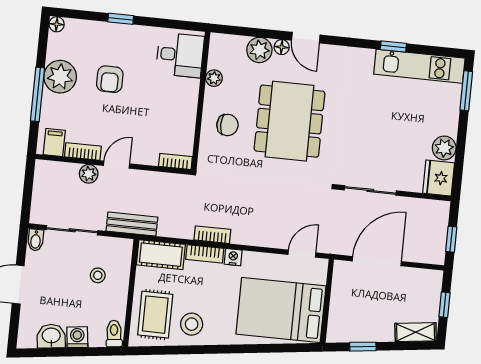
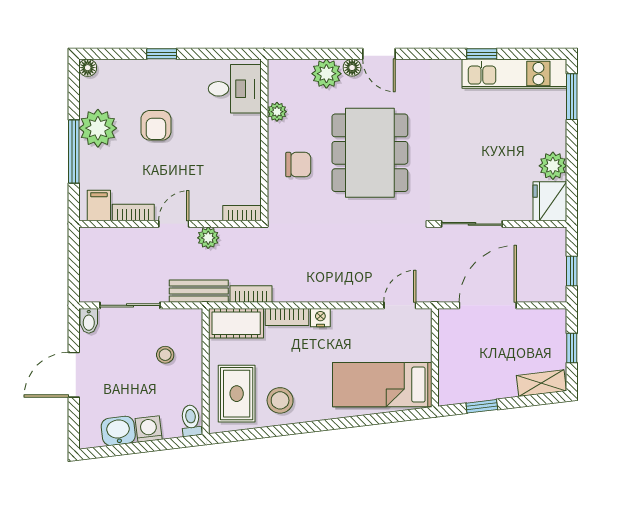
plant: (89, 174) -> (208, 238), moved
bookcase: (212, 235) -> (251, 294), moved
bed: (281, 310) -> (382, 385), width x0.67

